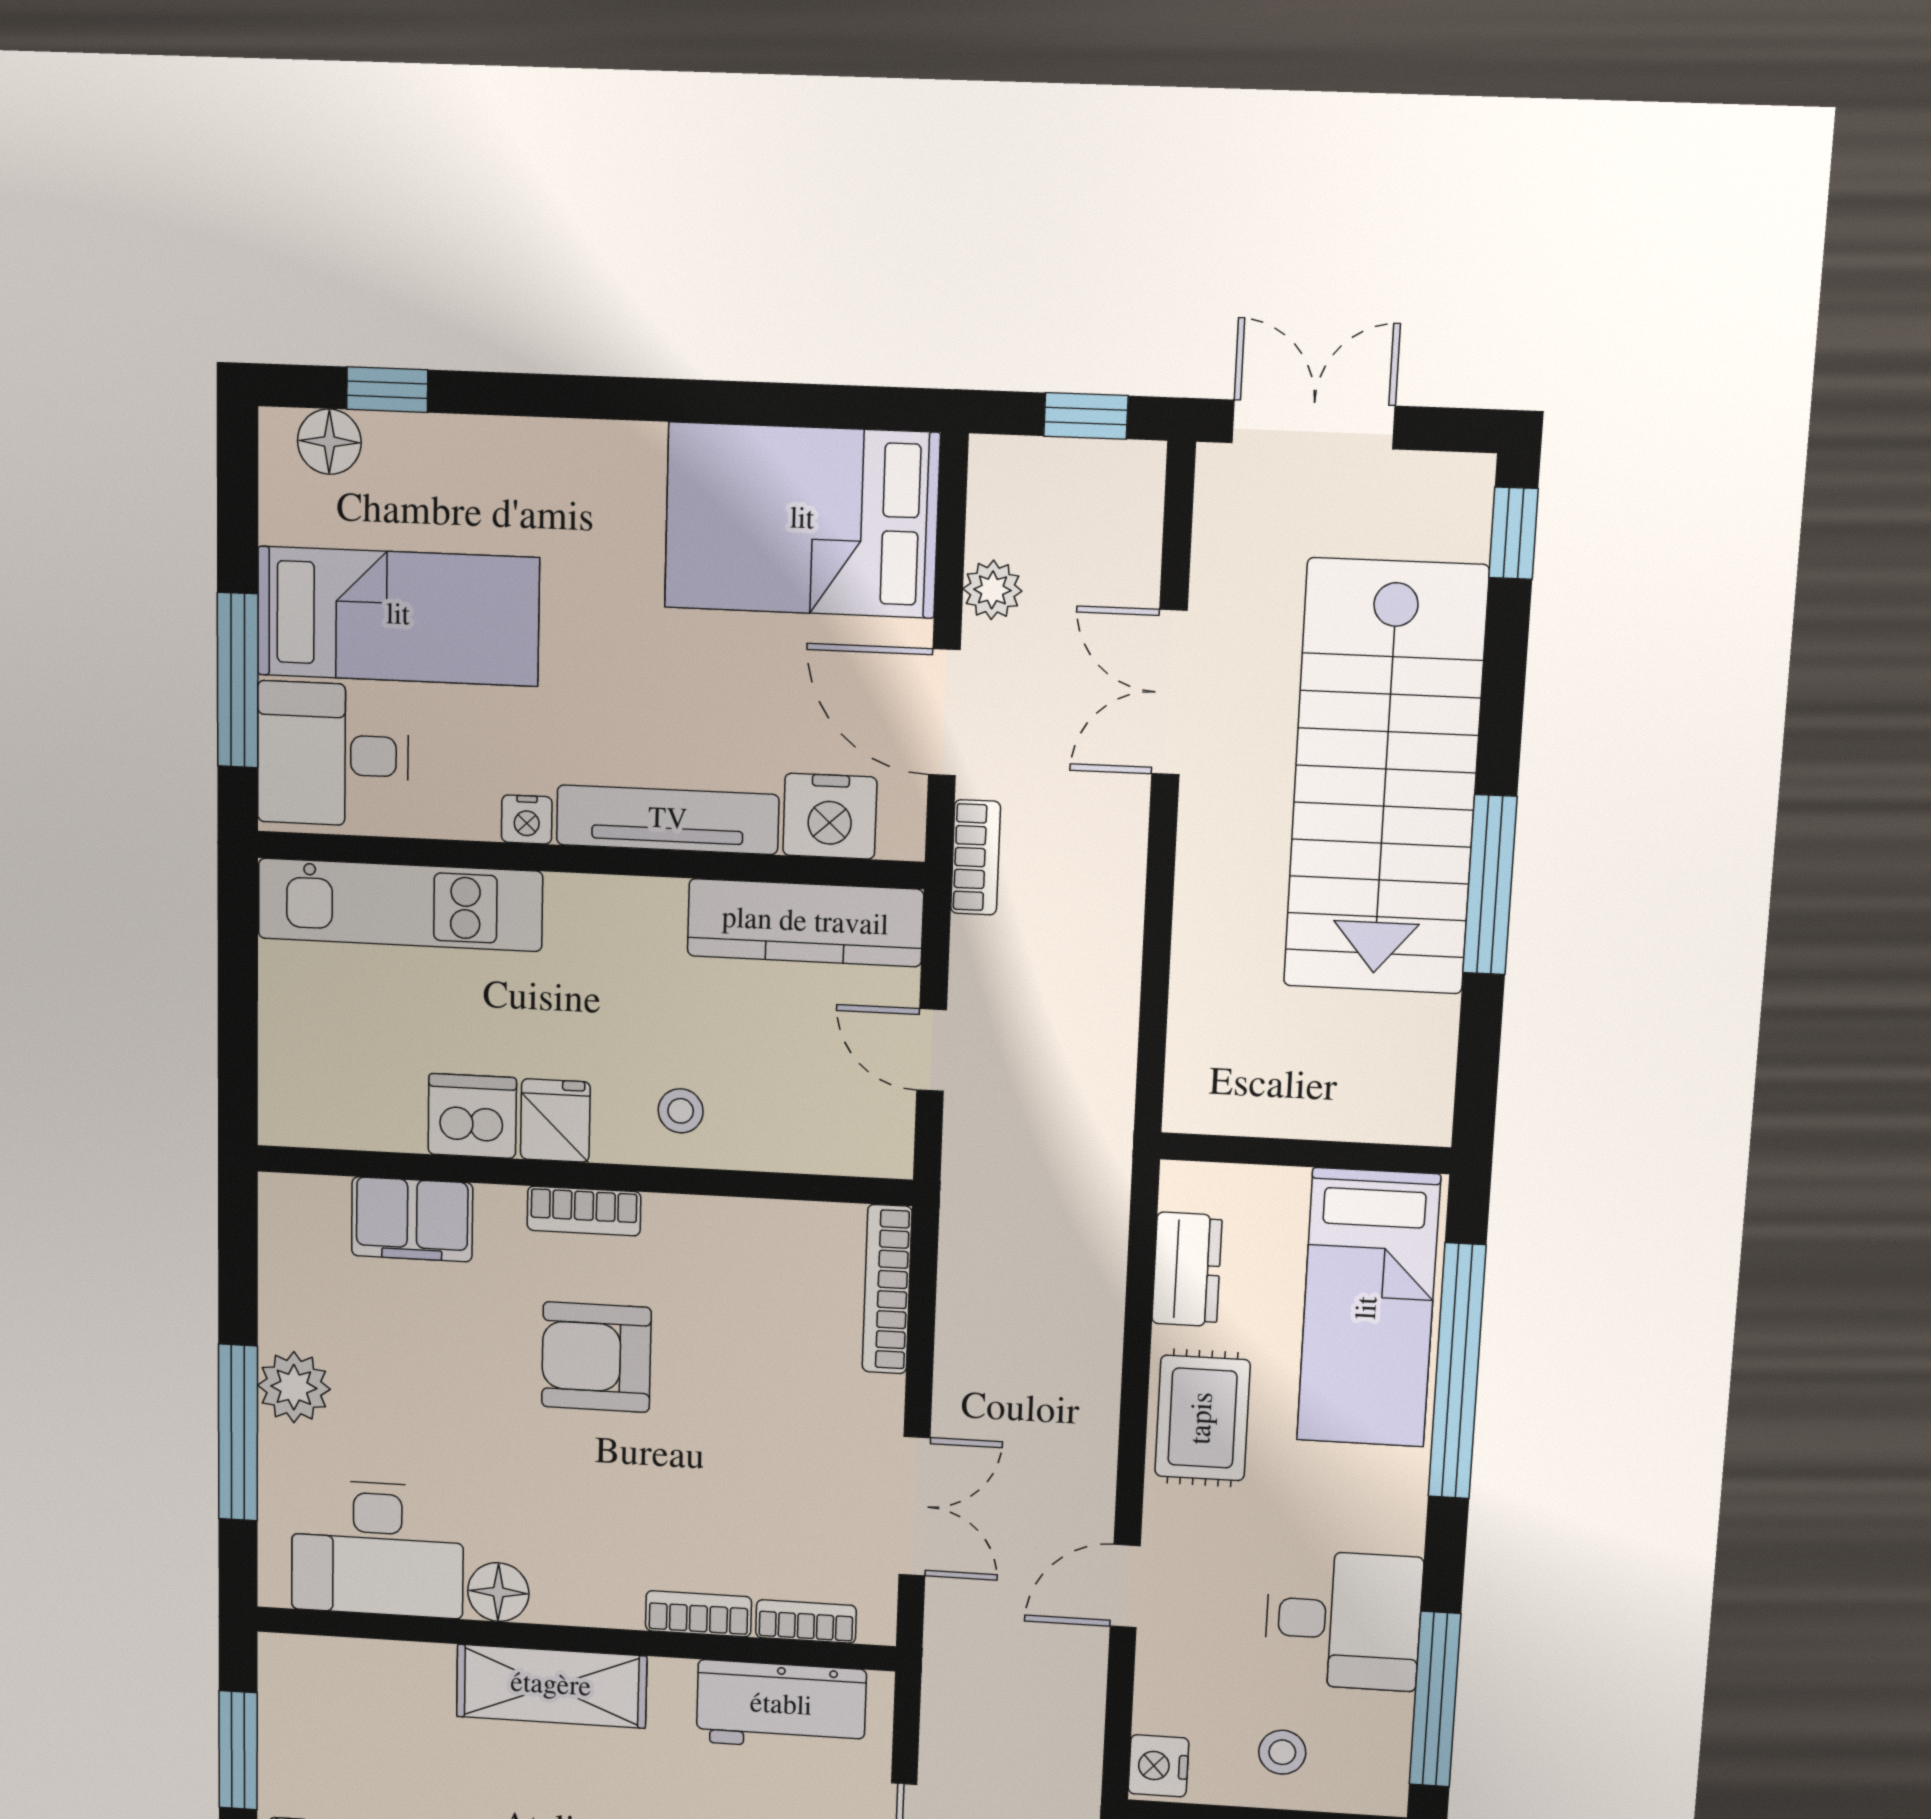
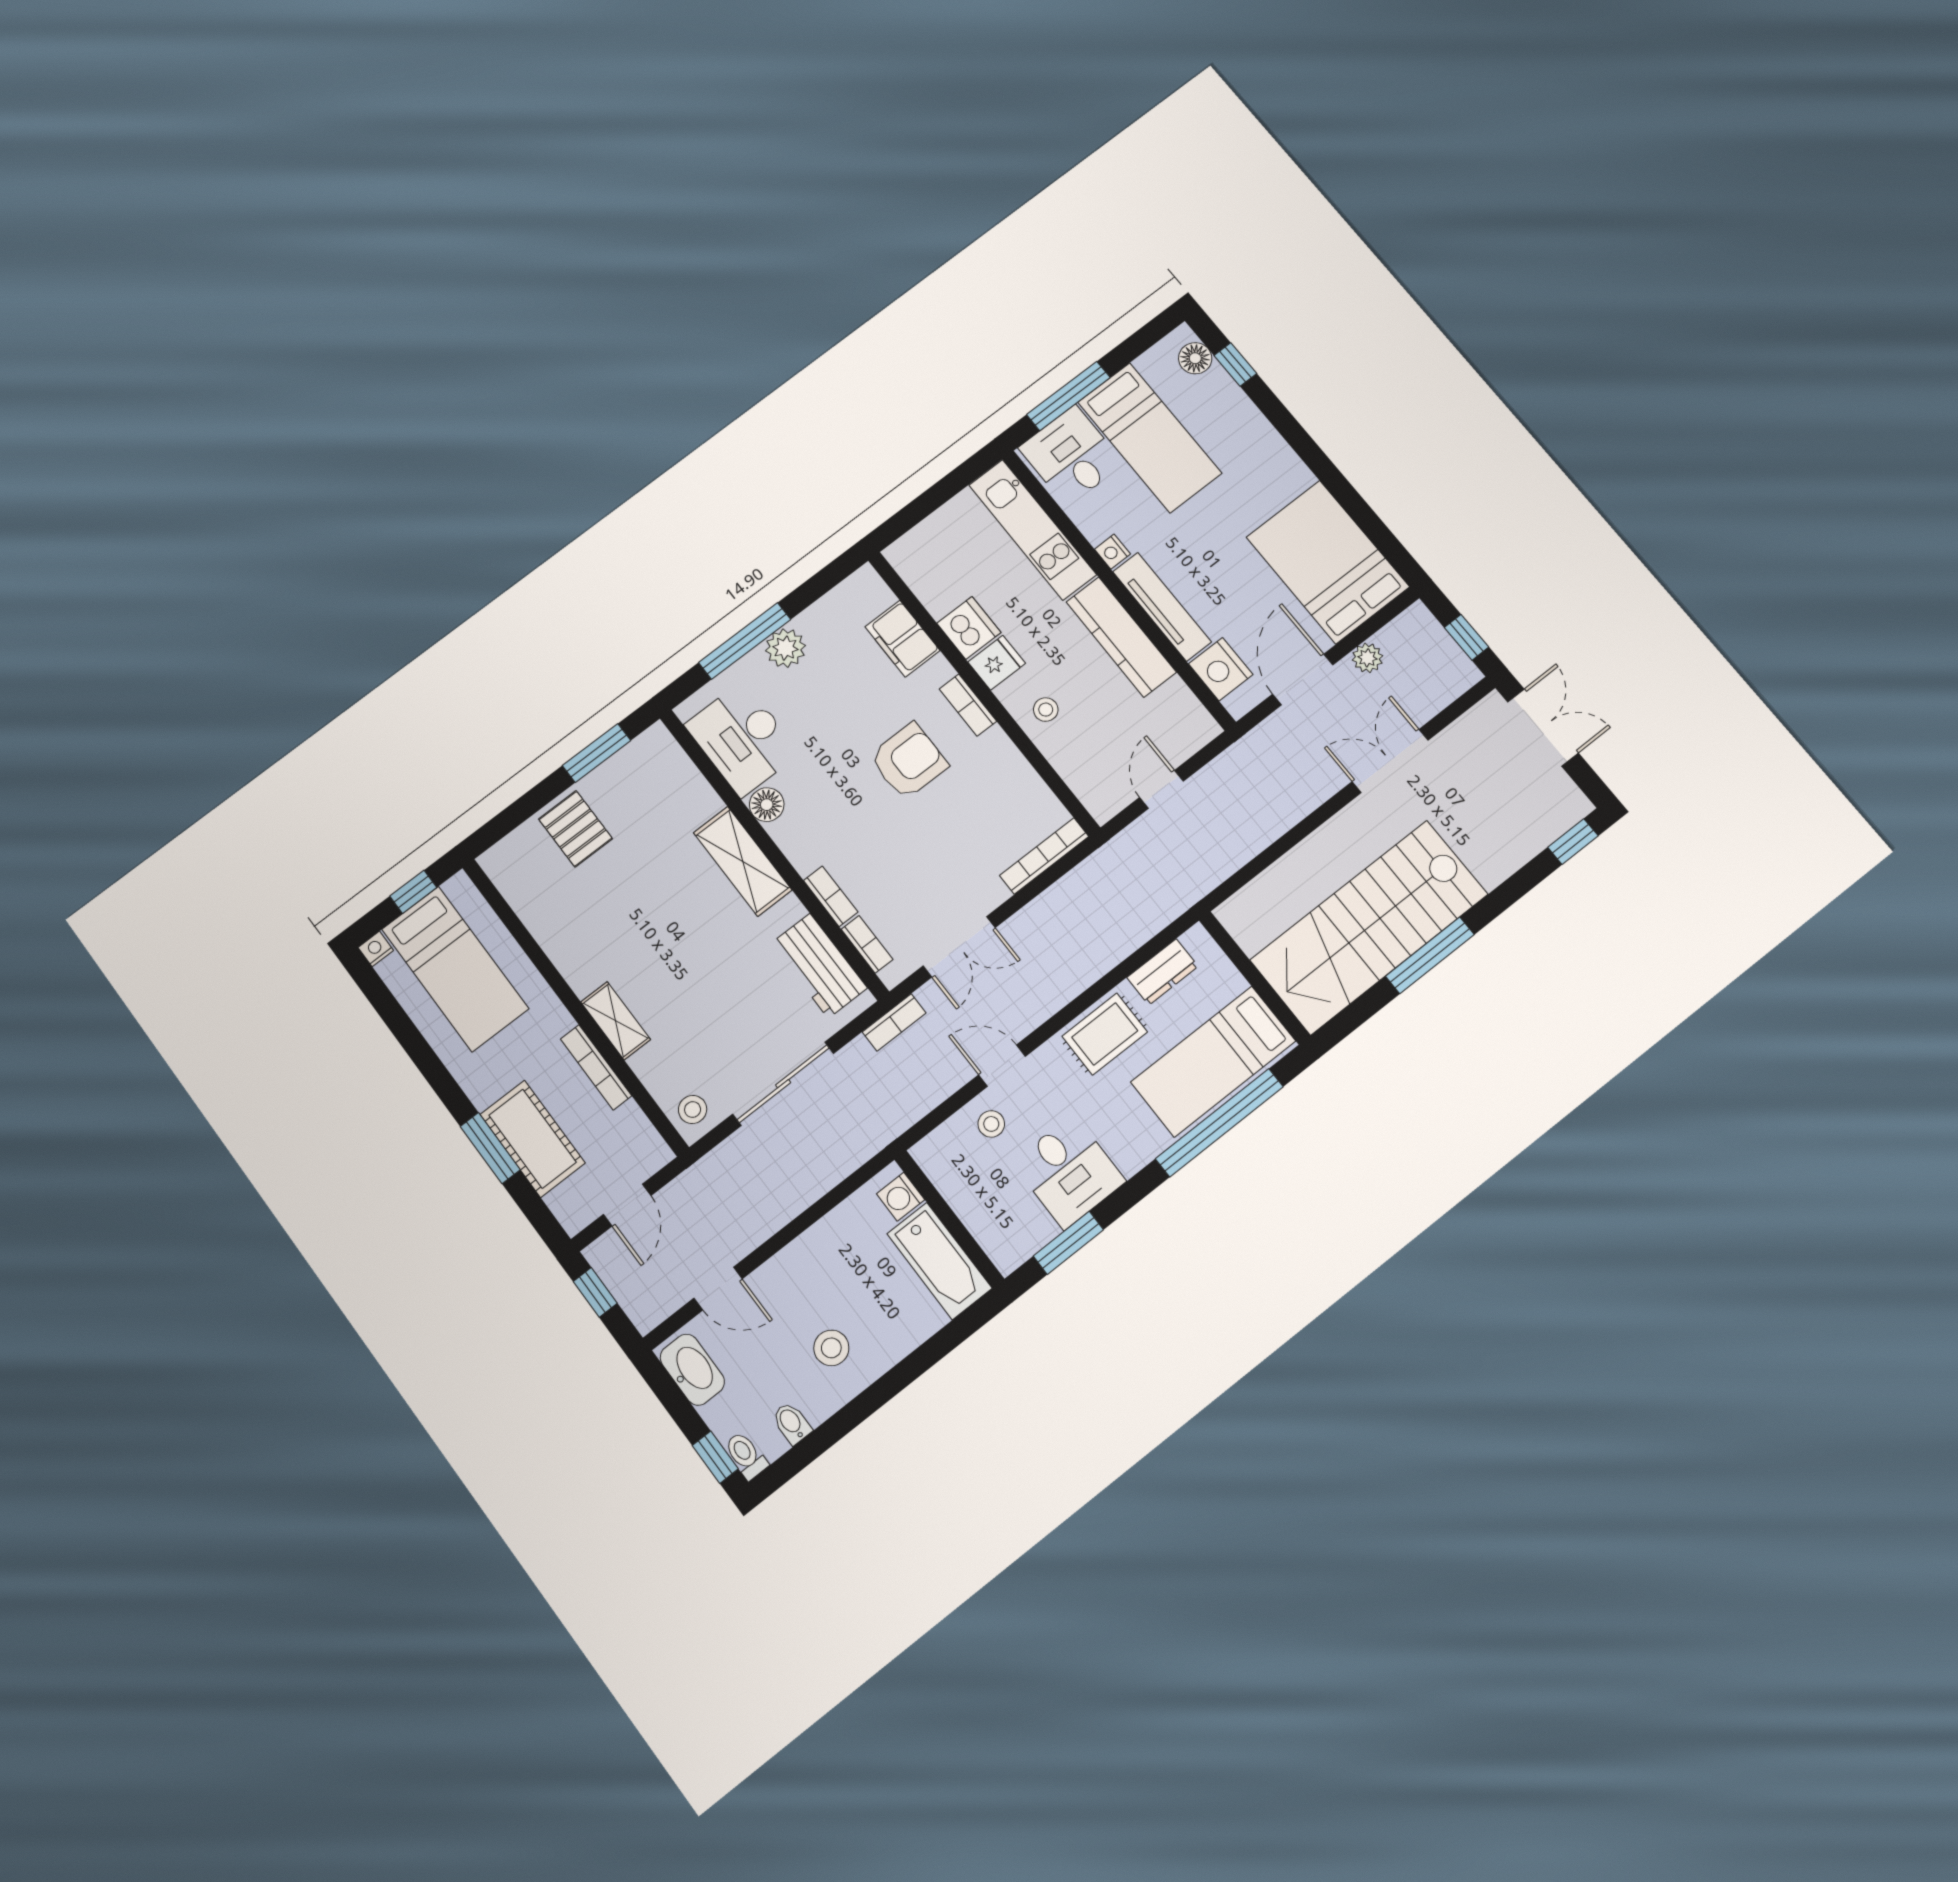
stairs: (1385, 778) -> (1369, 927), moved
bookcase: (975, 857) -> (894, 1022), moved
kitchen counter: (805, 923) -> (1121, 637), moved
armchair: (596, 1357) -> (909, 761), turned 90
window: (1435, 1699) -> (1068, 1243), width x0.69
stool: (1282, 1752) -> (991, 1124), moved
nightstand: (1158, 1766) -> (933, 1150), removed

